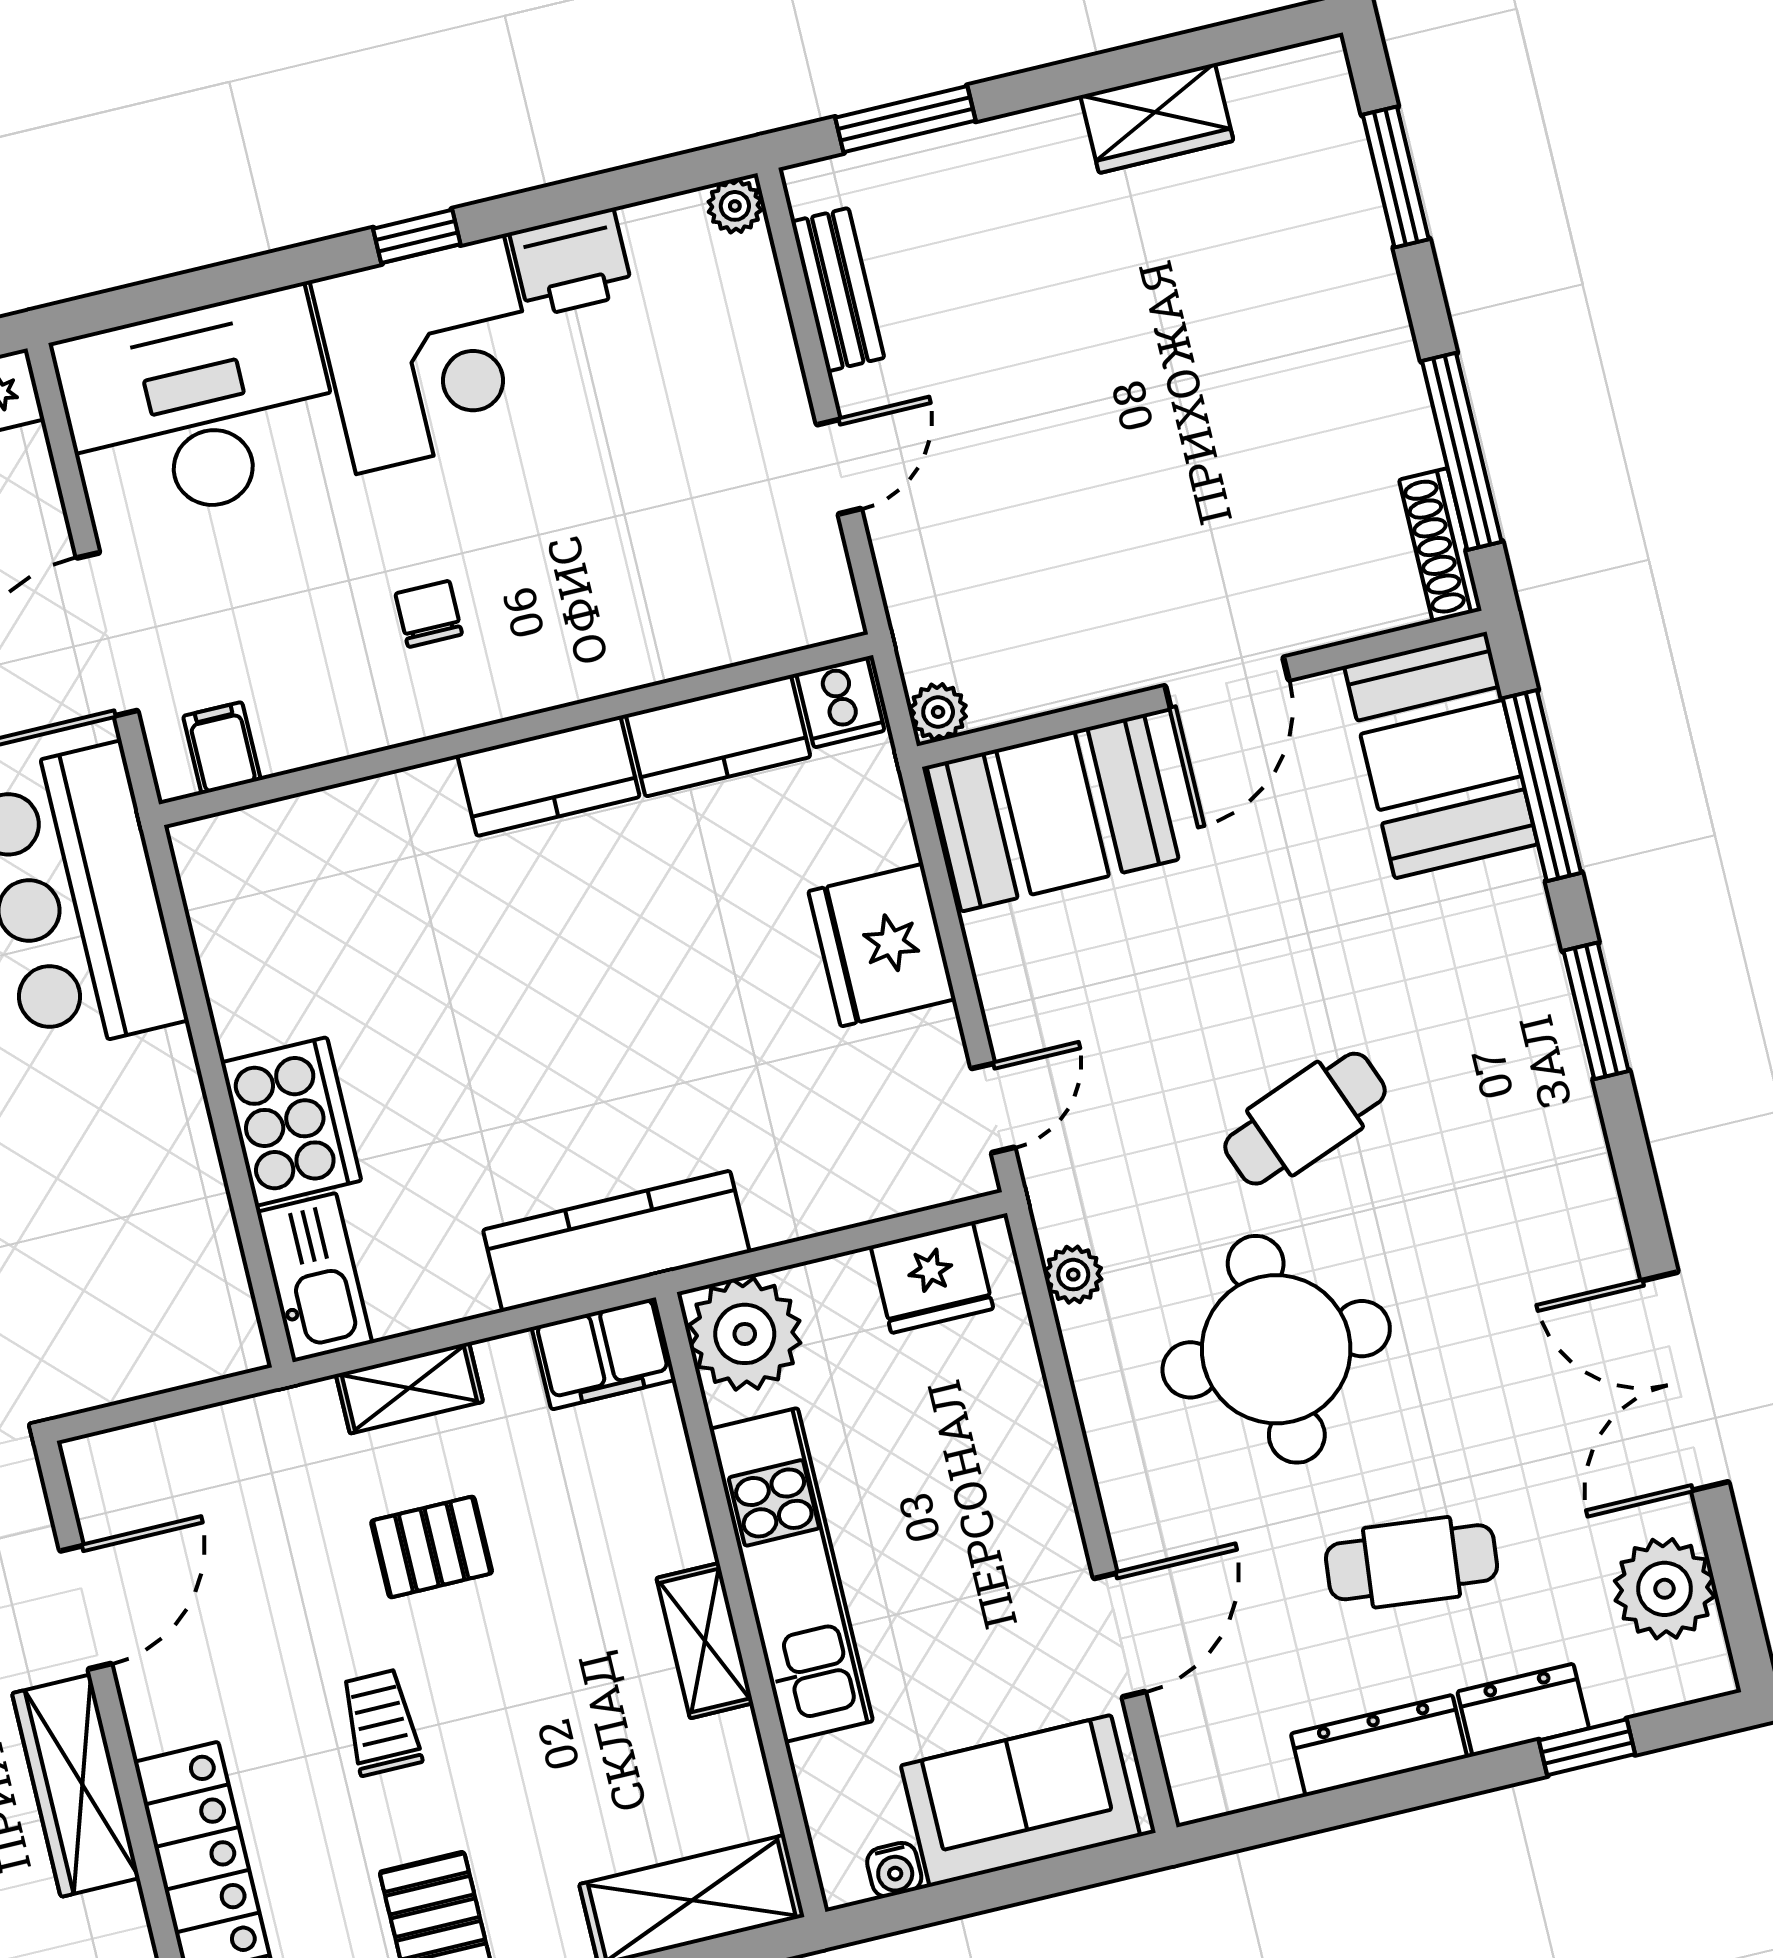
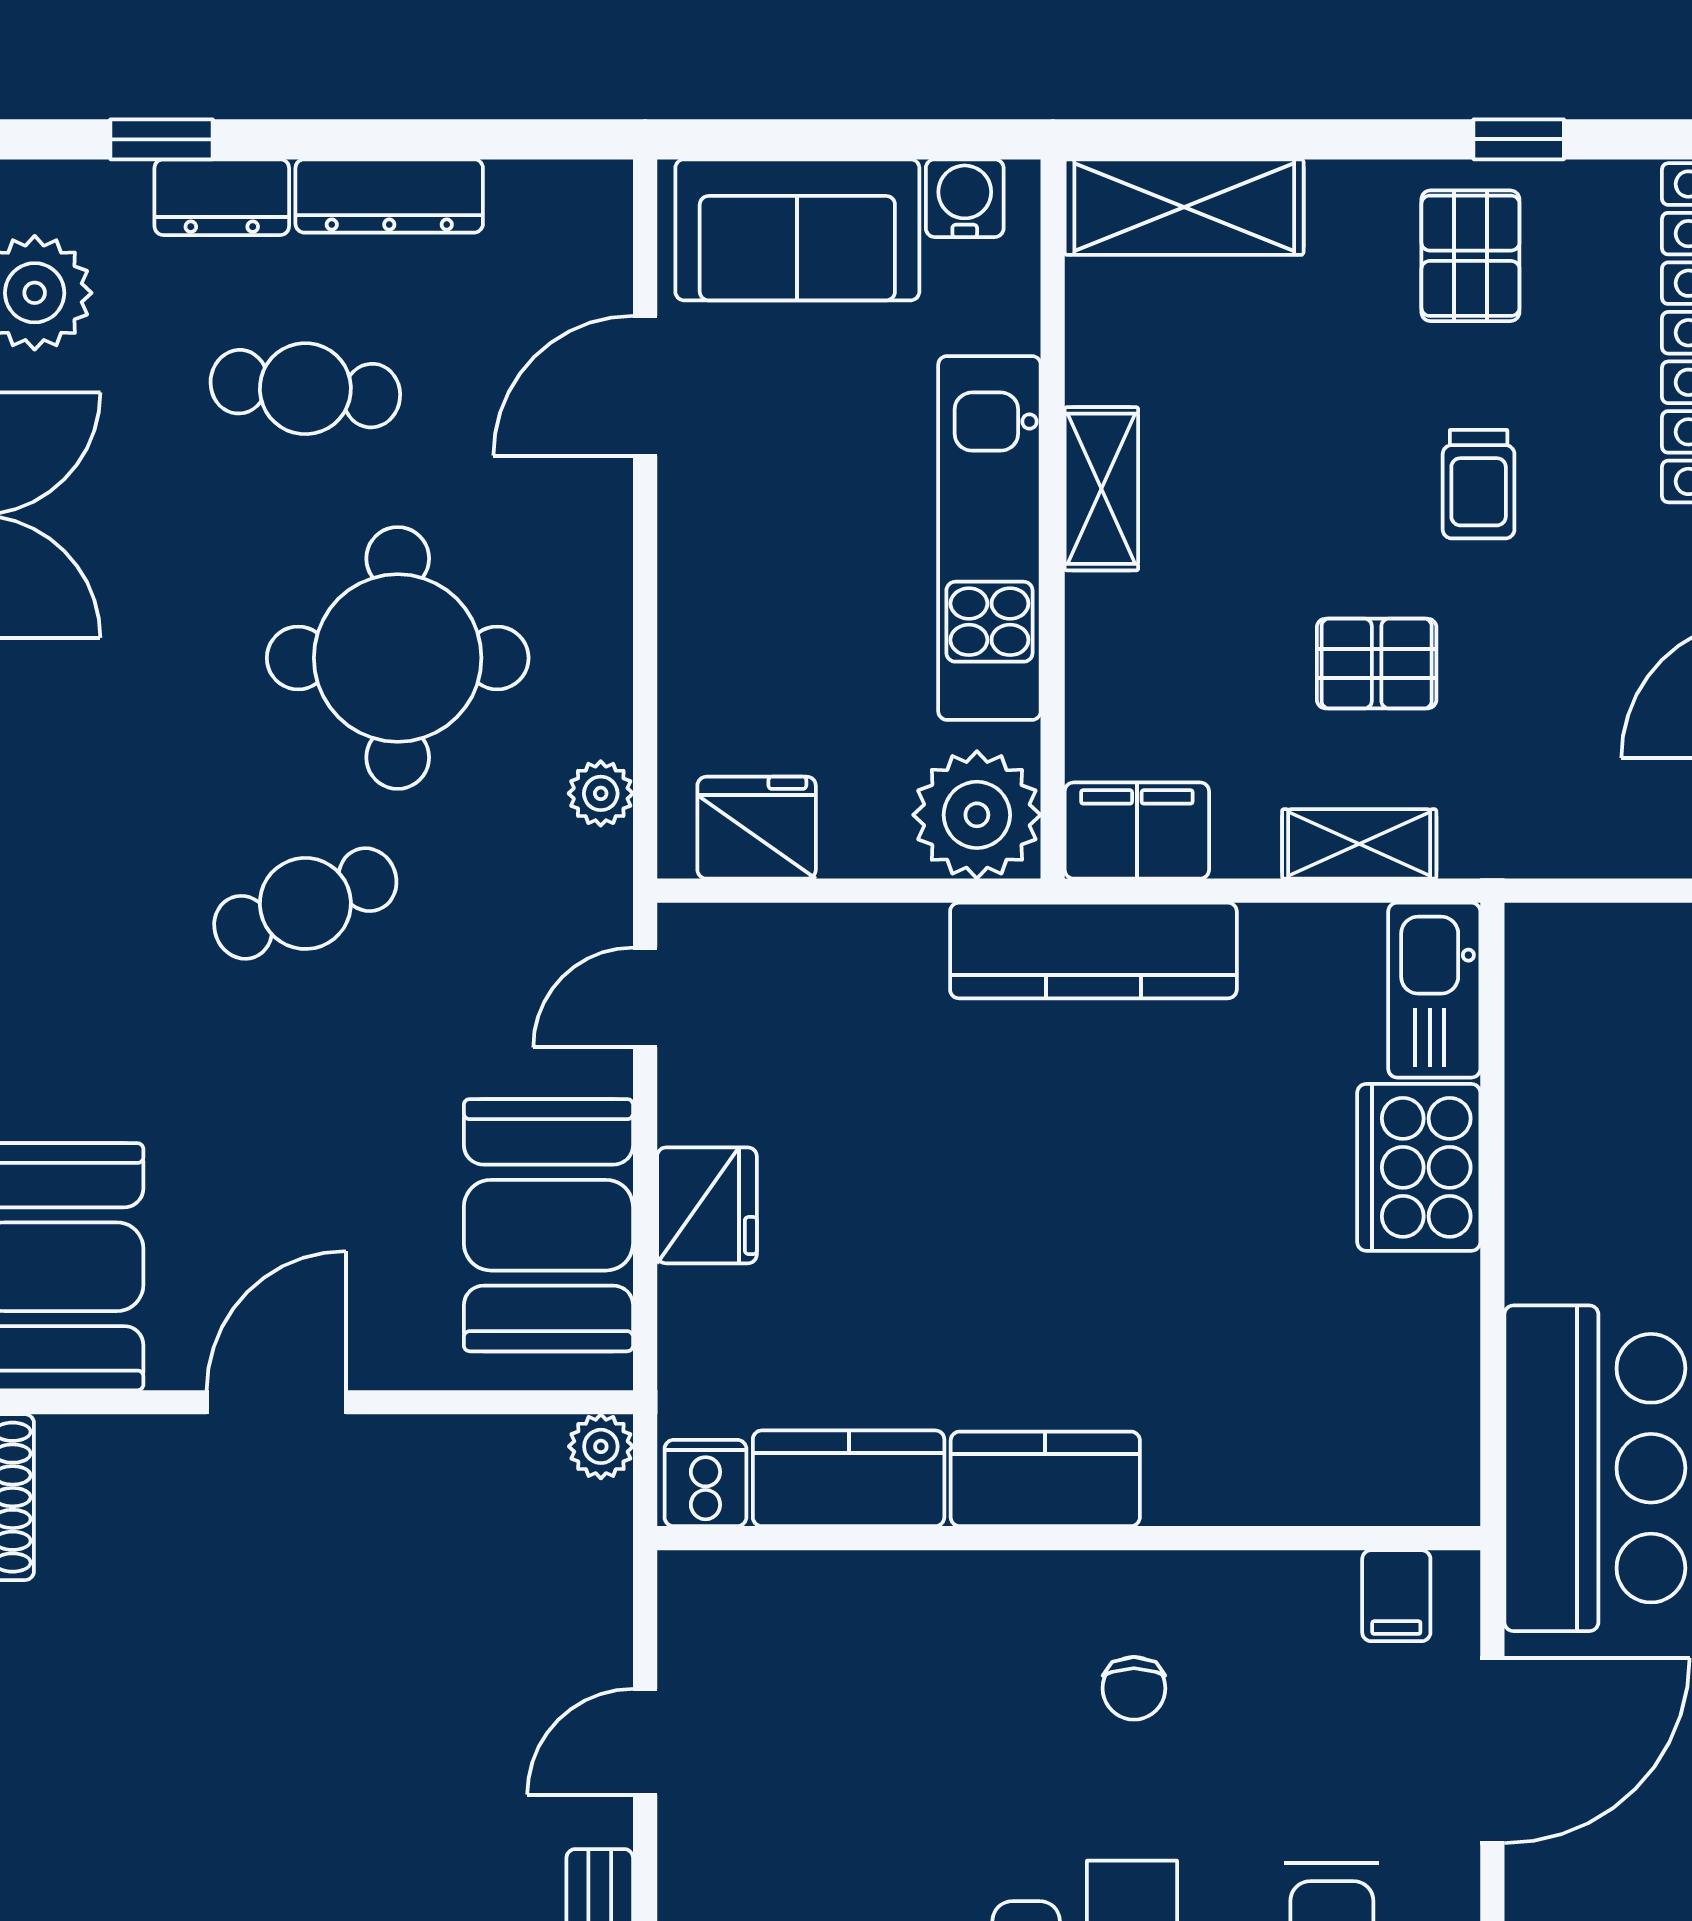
booth: (1053, 813) -> (548, 1225), moved, turned 90
fridge: (882, 945) -> (707, 1205), width x0.73, depth x0.75
water cooler: (894, 1870) -> (965, 198), width x1.38, depth x1.38

